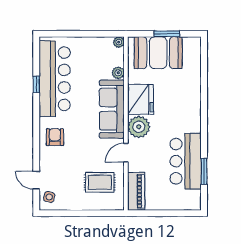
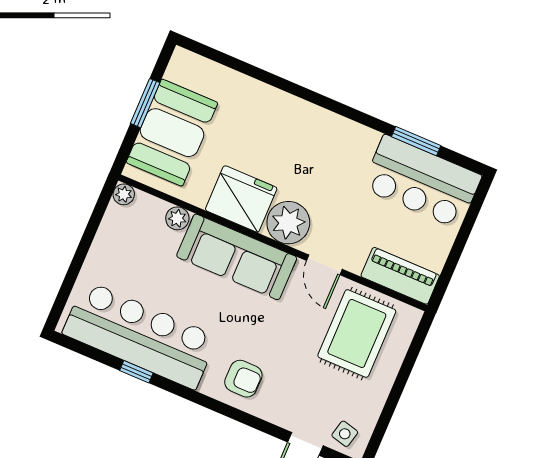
armchair: (55, 137) -> (243, 379), turned 180
bar counter: (186, 161) -> (422, 182), moved
rug: (100, 182) -> (357, 333), width x1.36, depth x1.43

